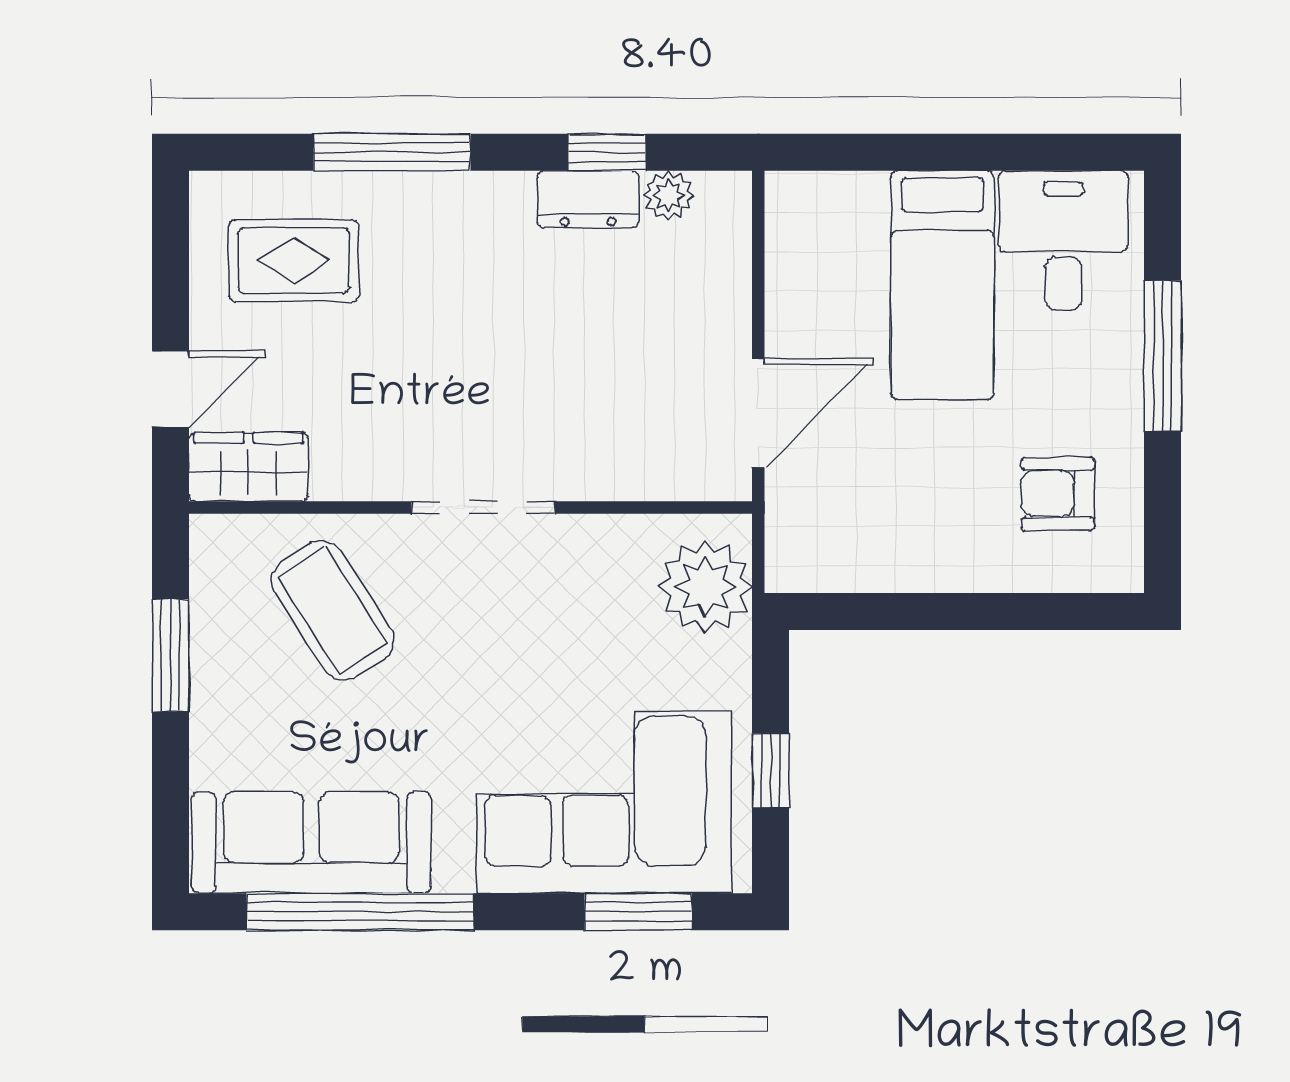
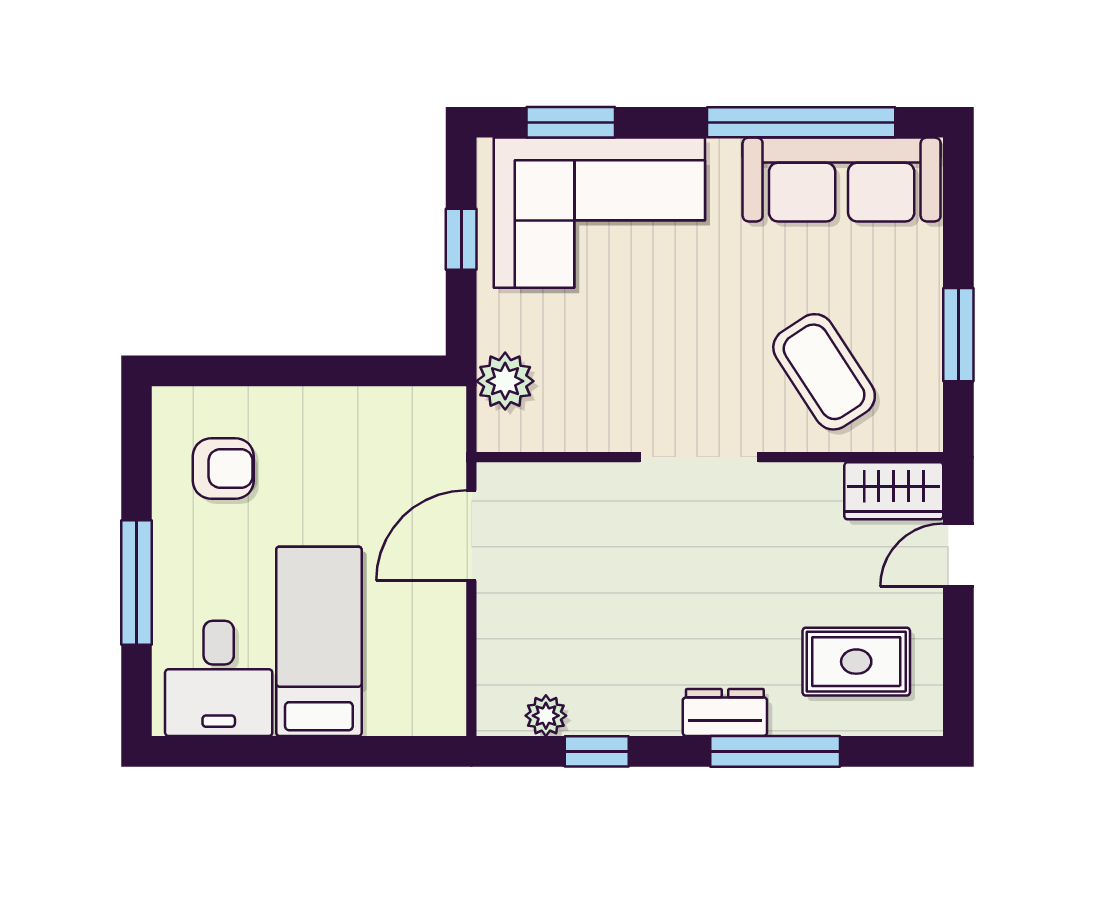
dresser: (588, 199) -> (725, 712), moved
plant: (705, 587) -> (505, 381), width x0.73, depth x0.73

